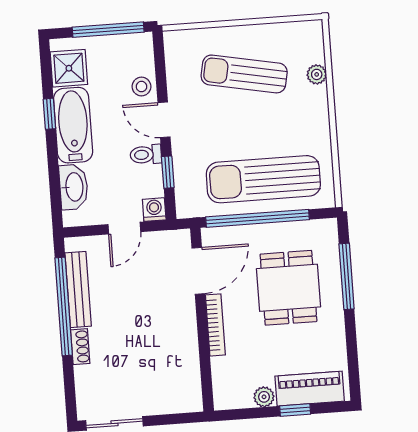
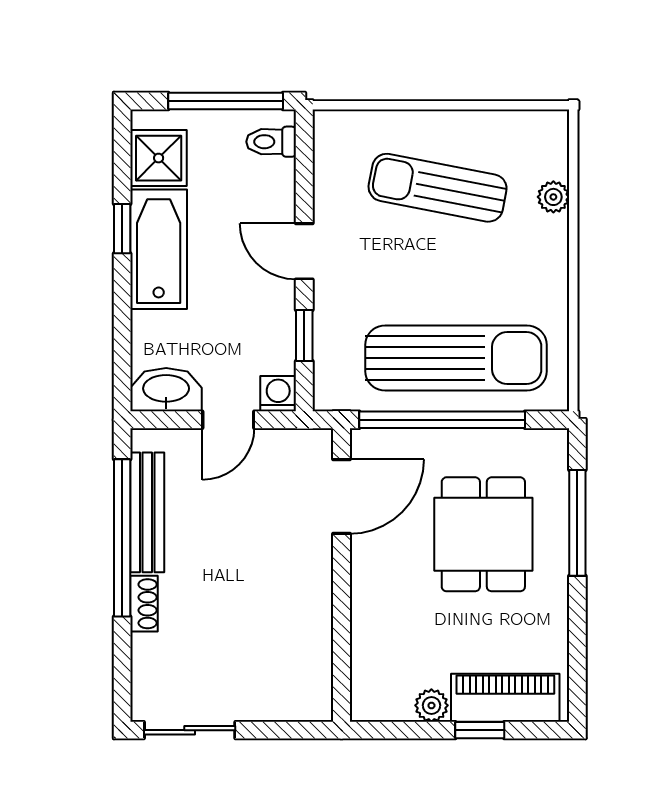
stool: (141, 87) -> (272, 196), removed
toilet: (146, 155) -> (271, 142), moved
sun lounger: (263, 179) -> (456, 358), turned 180
washbasin: (74, 187) -> (166, 390), moved, turned -90
bookcase: (215, 325) -> (362, 585), removed

